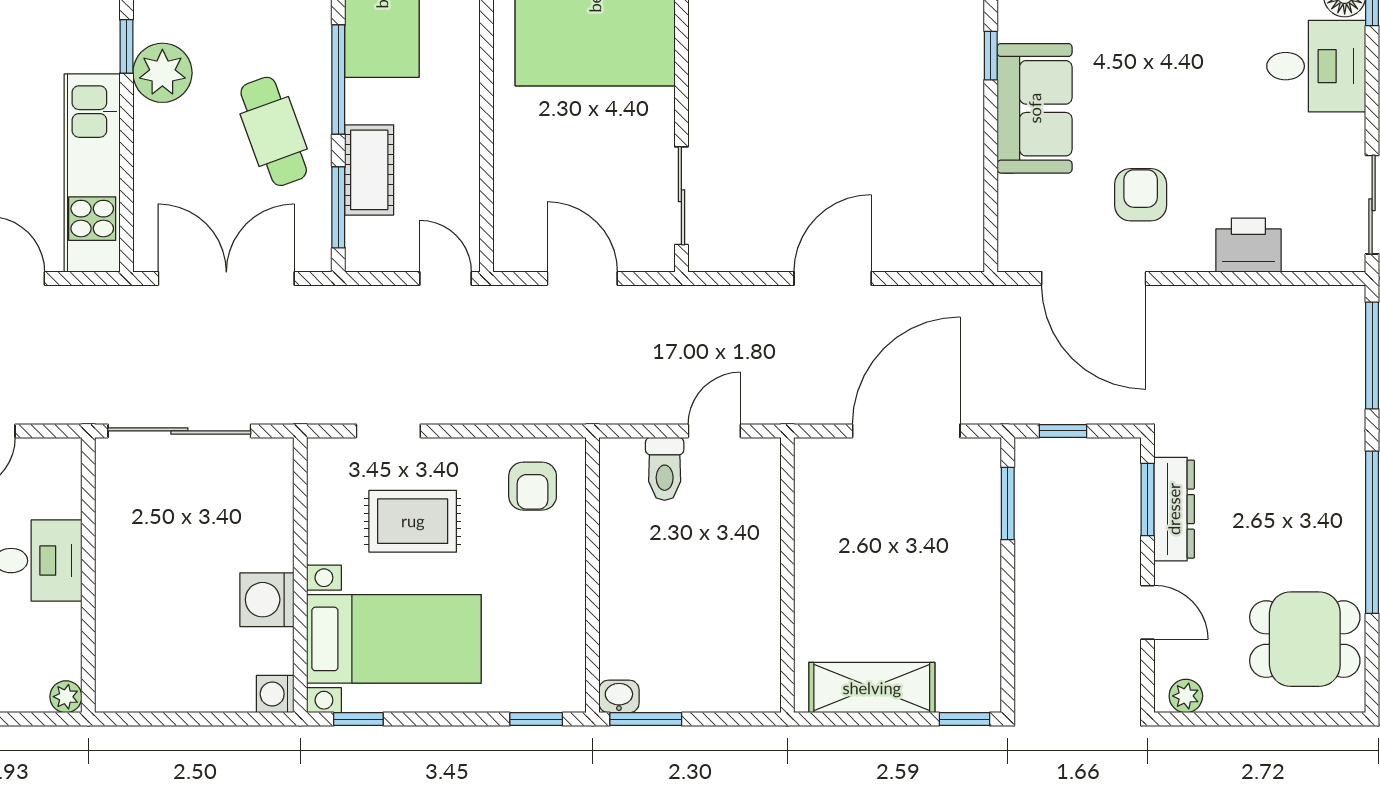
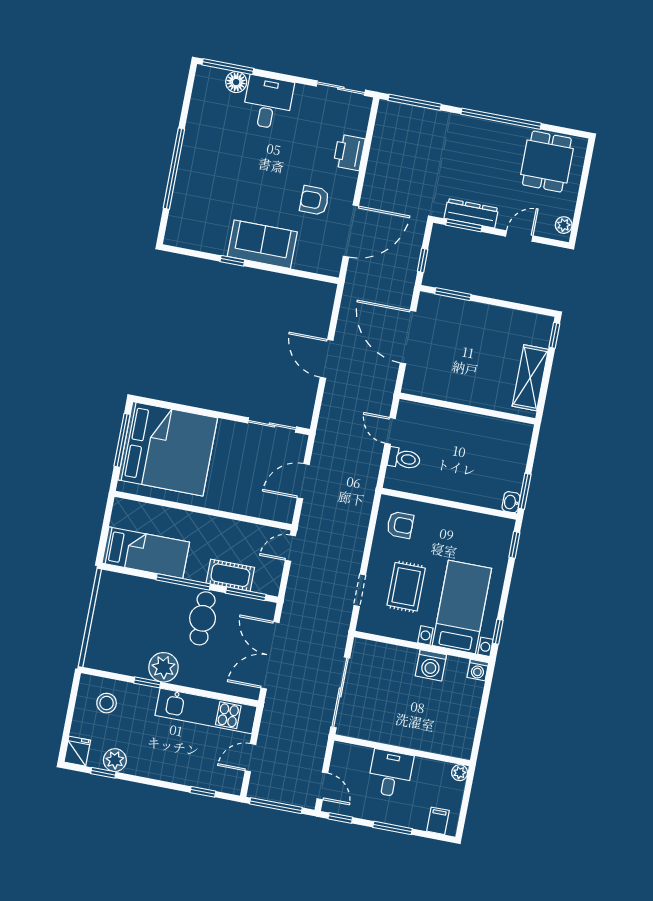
cafe table: (274, 131) -> (203, 618), turned -70

